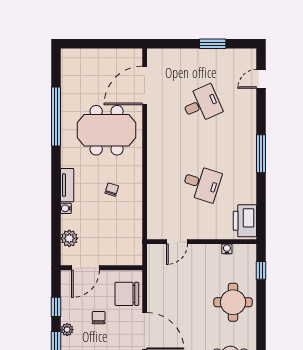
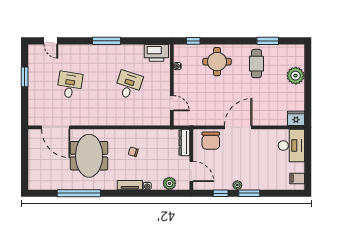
desk: (202, 104) -> (70, 85), turned 33
dresser: (124, 258) -> (184, 142), added
chair: (99, 318) -> (228, 162), removed

